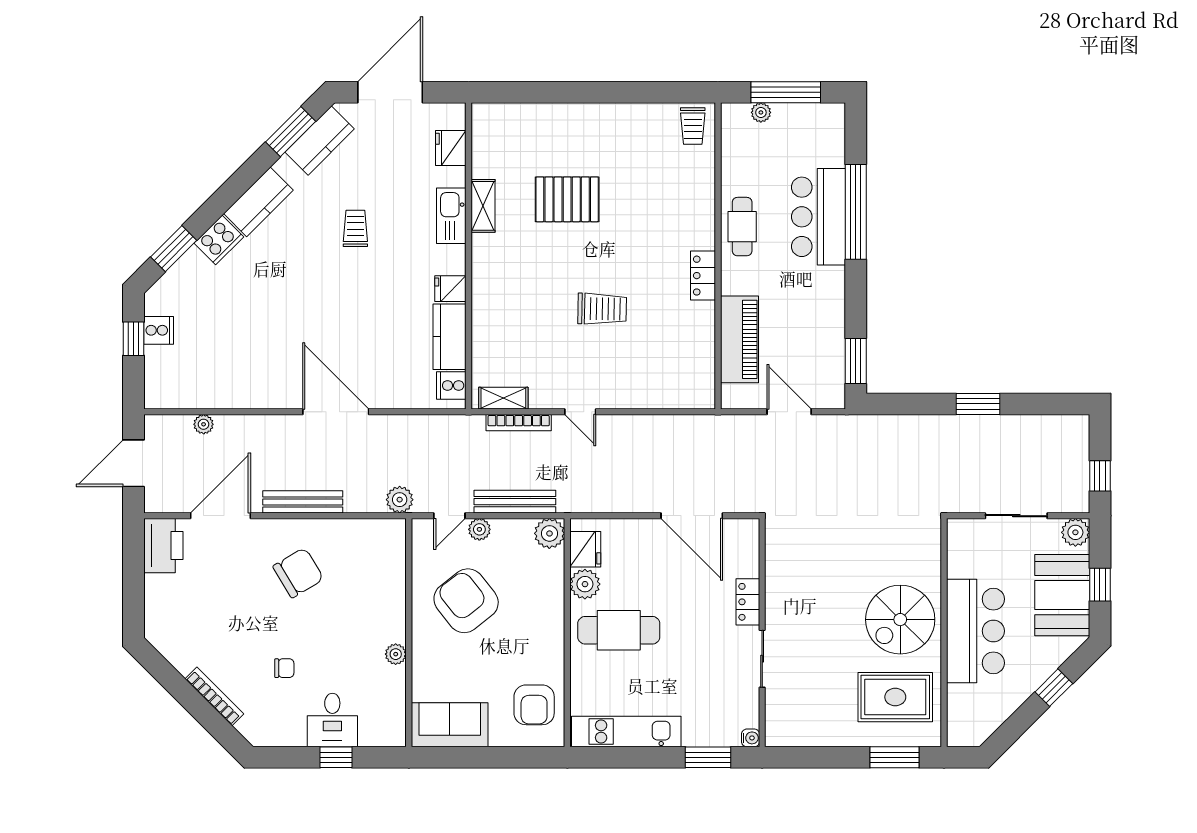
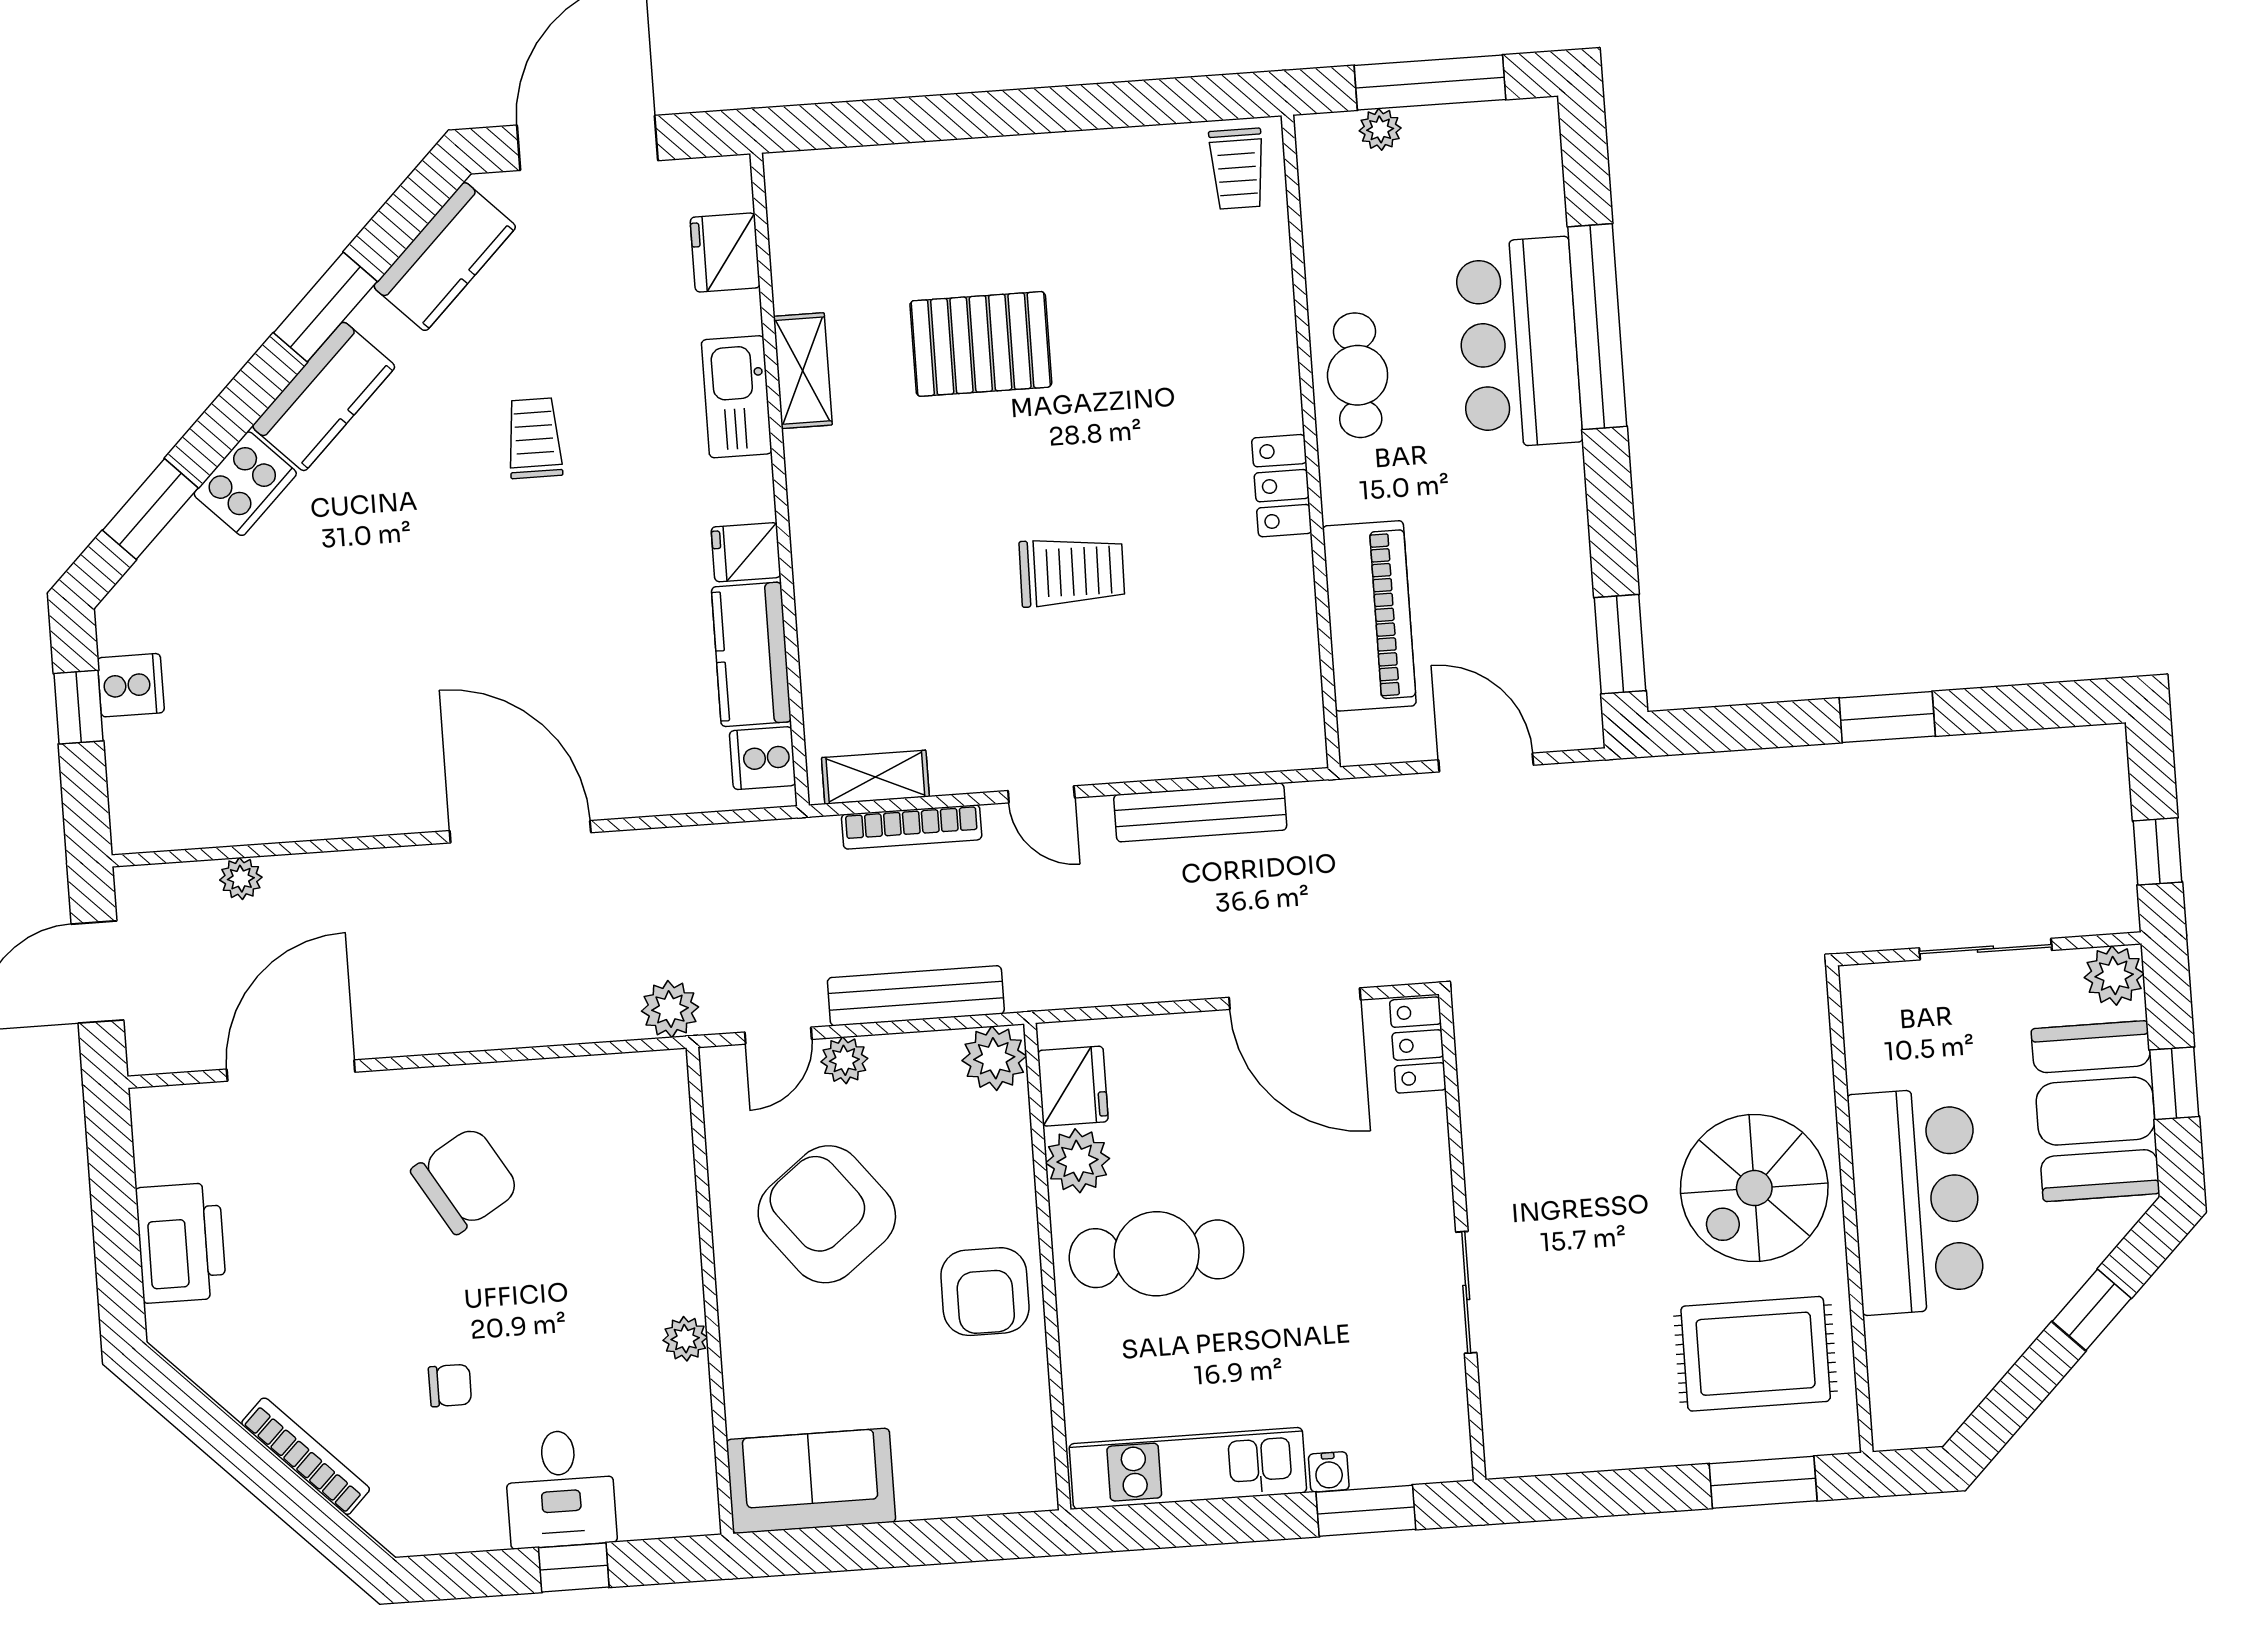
window: (291, 132) -> (325, 307), moved
bench: (303, 502) -> (1200, 812), moved
printer: (163, 546) -> (181, 1243), moved
locker: (748, 602) -> (1418, 1045), moved
armchair: (534, 705) -> (985, 1292), moved
water cooler: (751, 738) -> (1329, 1472), moved, turned 90

